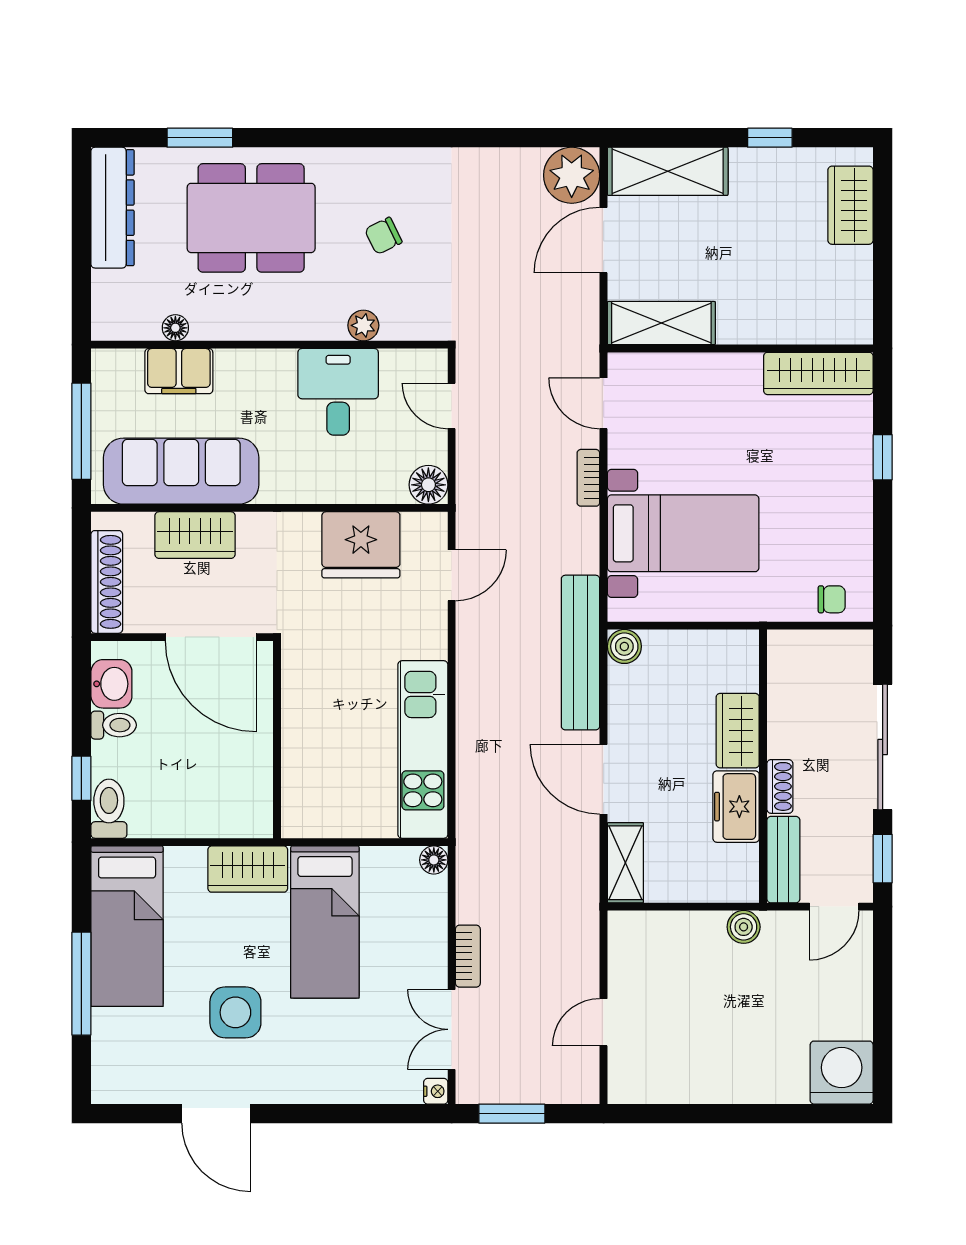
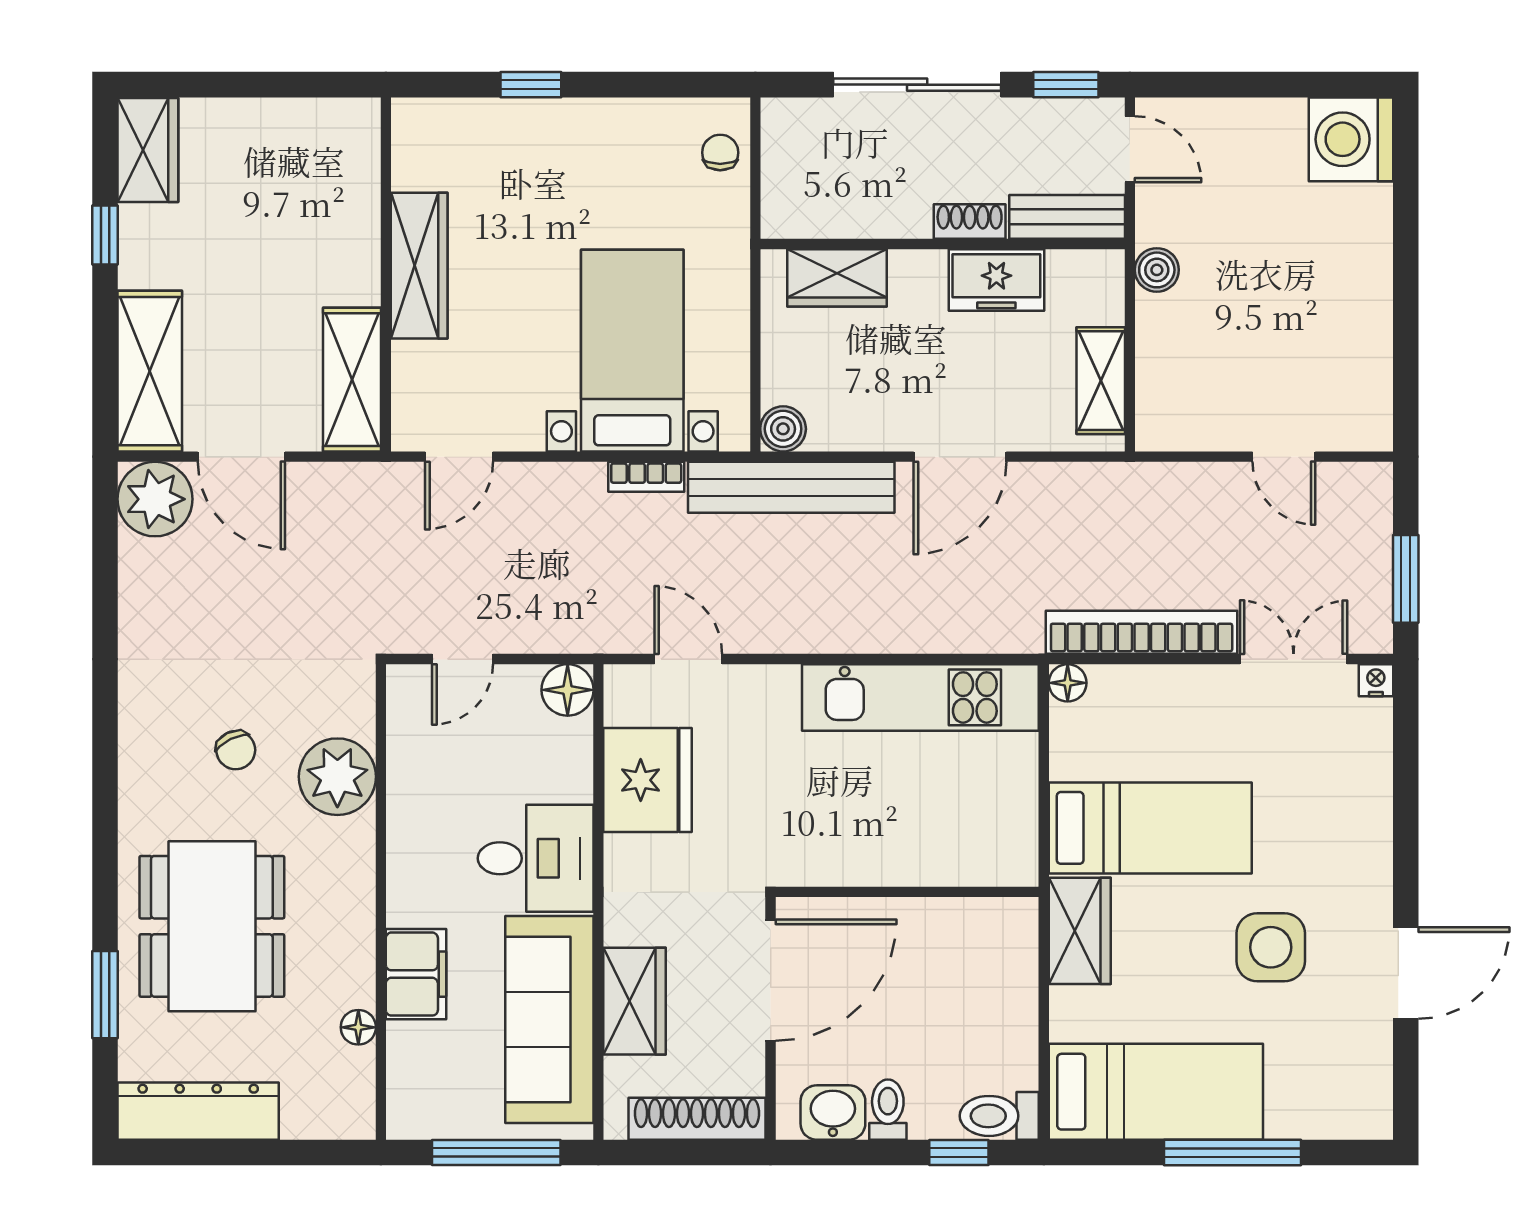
wardrobe: (850, 205) -> (148, 150), moved, turned -90
plant: (363, 325) -> (337, 777), width x1.87, depth x1.87
filing cabinet: (179, 371) -> (416, 974), moved
wardrobe: (818, 373) -> (419, 266), moved
desk: (338, 392) -> (536, 858), moved, turned 180
bookcase: (588, 478) -> (646, 477), moved
wardrobe: (738, 731) -> (837, 278), moved
shelving: (625, 863) -> (1101, 381), moved, turned 90
bookcase: (468, 956) -> (1142, 632), width x2.31, depth x1.31
double door: (452, 1029) -> (1294, 659), swing flipped

